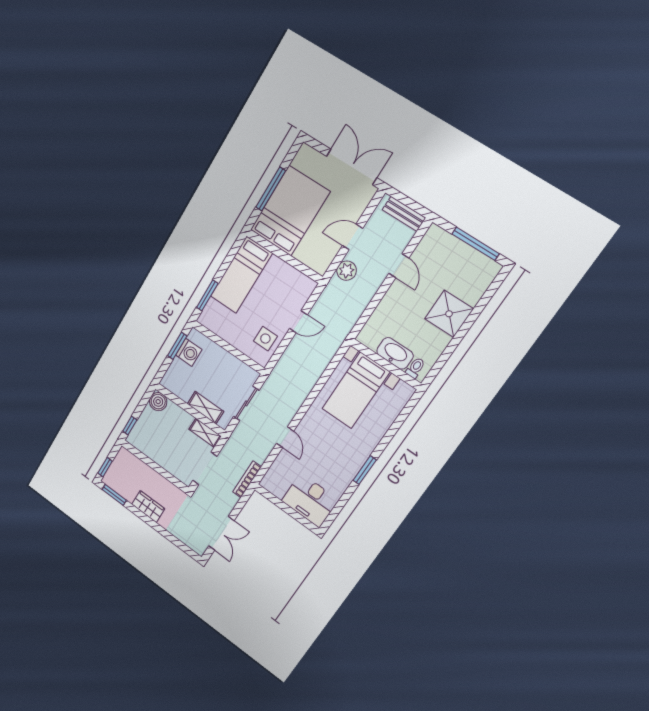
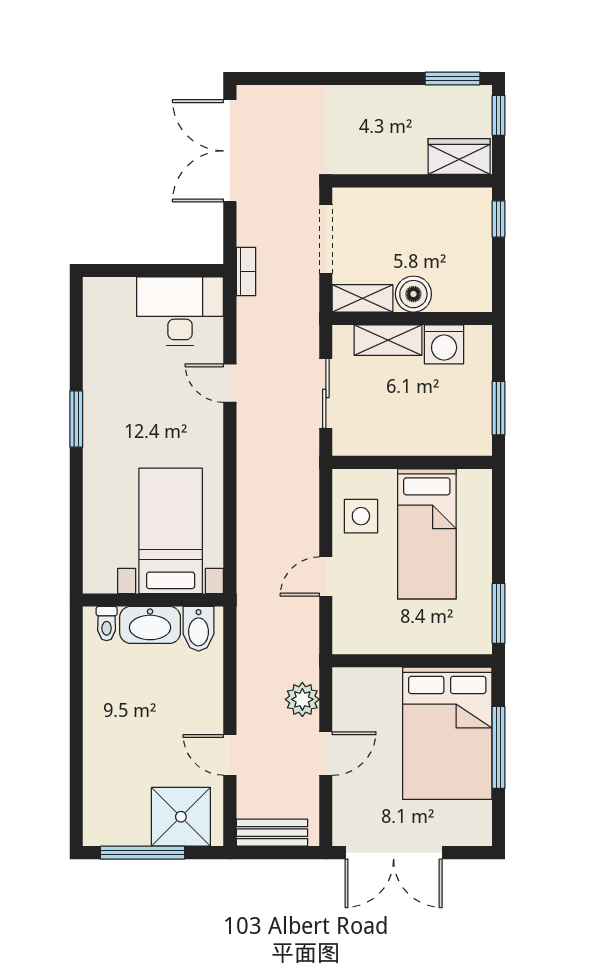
bed: (241, 275) -> (427, 534), moved, turned 180
window: (207, 295) -> (499, 613), moved
shower: (449, 314) -> (181, 817), moved
bidet: (373, 336) -> (199, 629), added
washing machine: (189, 352) -> (444, 344), moved, turned -90
boiler: (158, 402) -> (413, 294), moved
bookcase: (247, 479) -> (246, 272), width x0.64
desk: (310, 500) -> (180, 311), moved
wardrobe: (148, 507) -> (459, 157), moved, turned 180
double door: (221, 533) -> (230, 151), width x1.37

